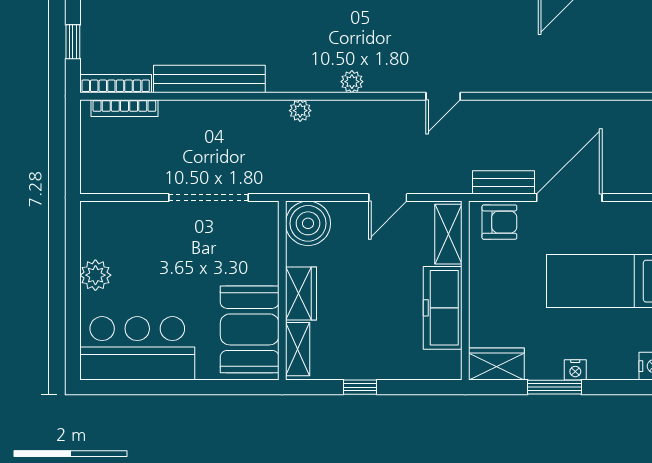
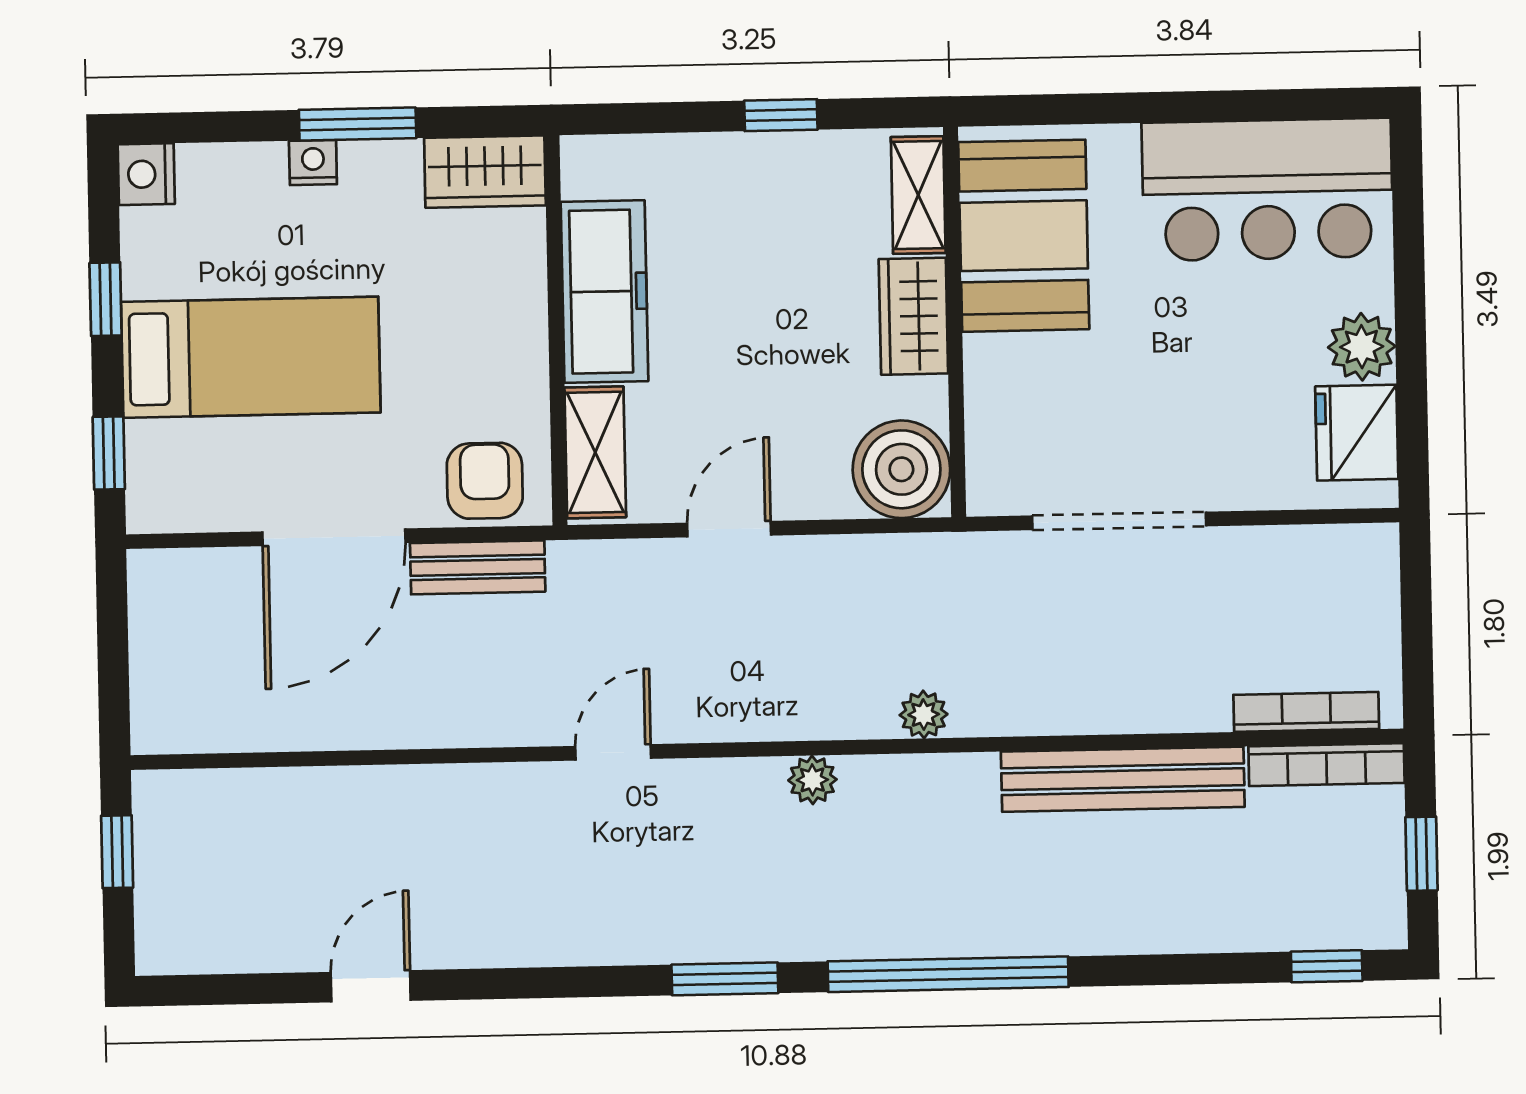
armchair: (499, 222) -> (485, 481), turned 90
fridge: (99, 236) -> (1357, 433), added

